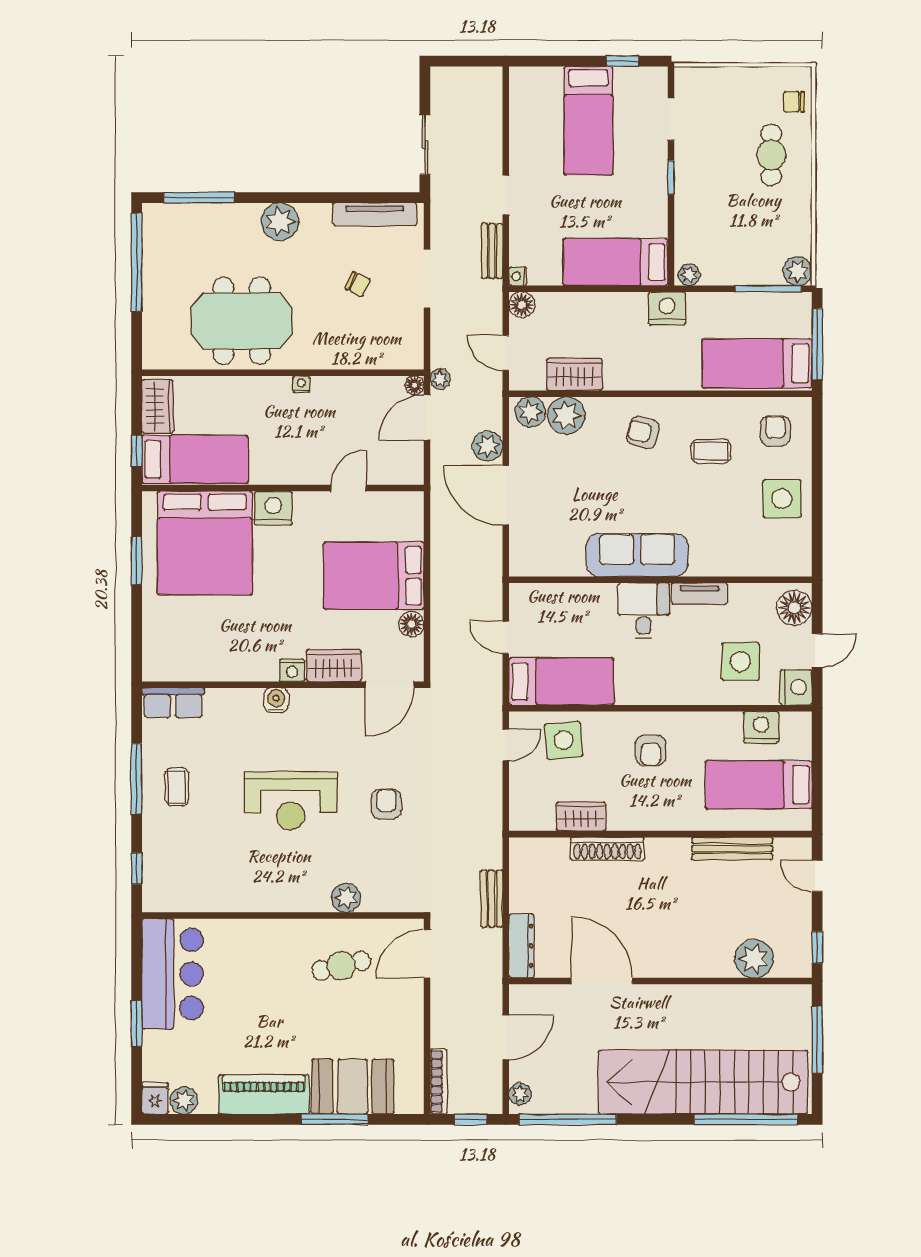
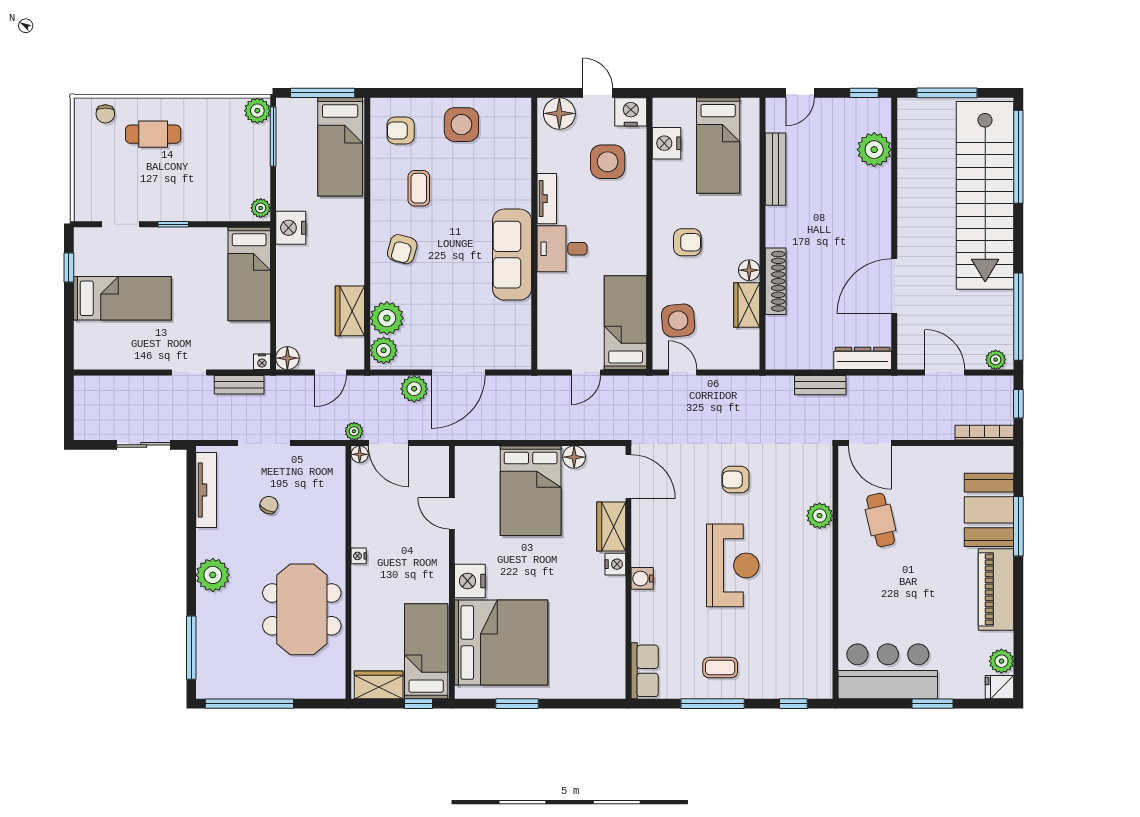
floor lamp: (620, 819) -> (749, 270), added

